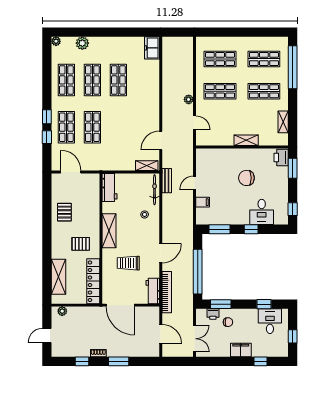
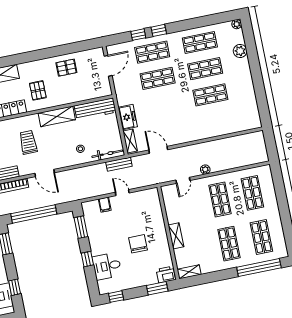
freezer: (152, 48) -> (128, 117), moved, turned 90
shelving: (283, 122) -> (189, 272), moved
workbench: (110, 187) -> (95, 109), width x1.38

